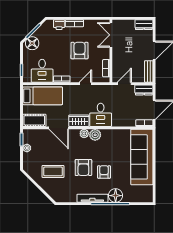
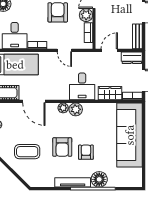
plant: (104, 53) -> (86, 15), added
door: (85, 84) -> (64, 50), swing flipped
wardrobe: (79, 121) -> (110, 93), moved

